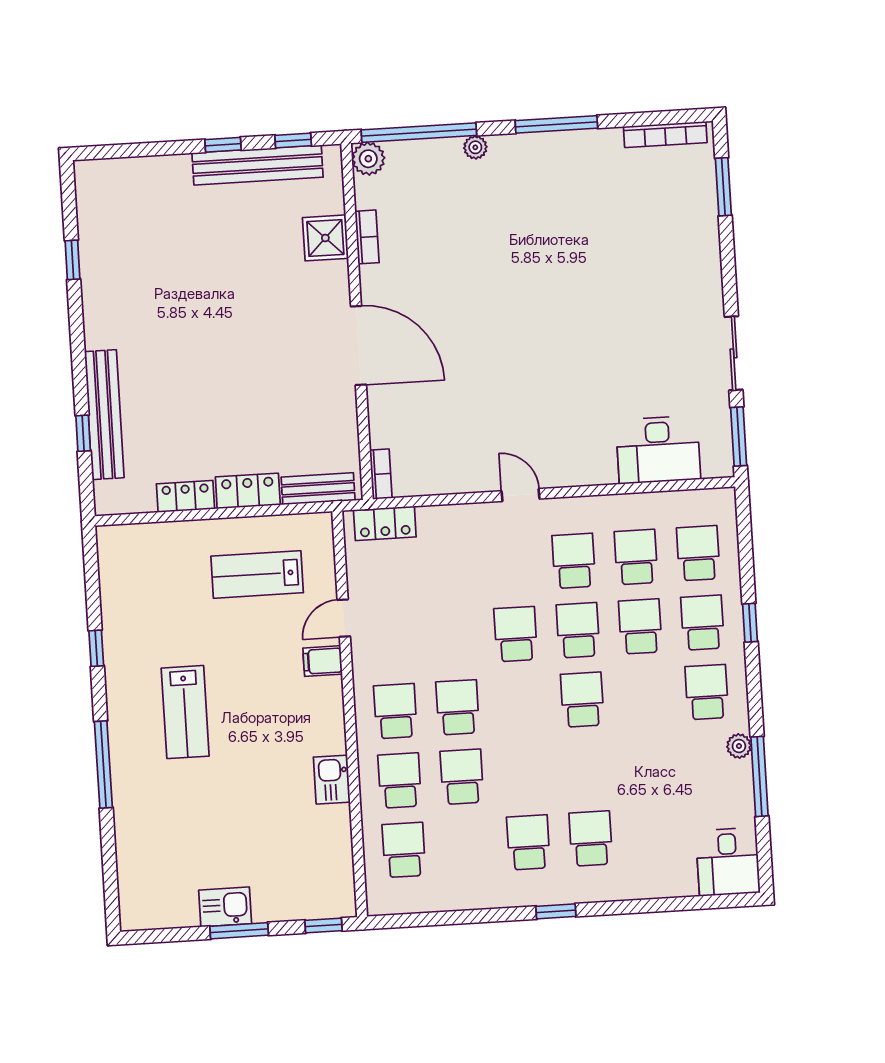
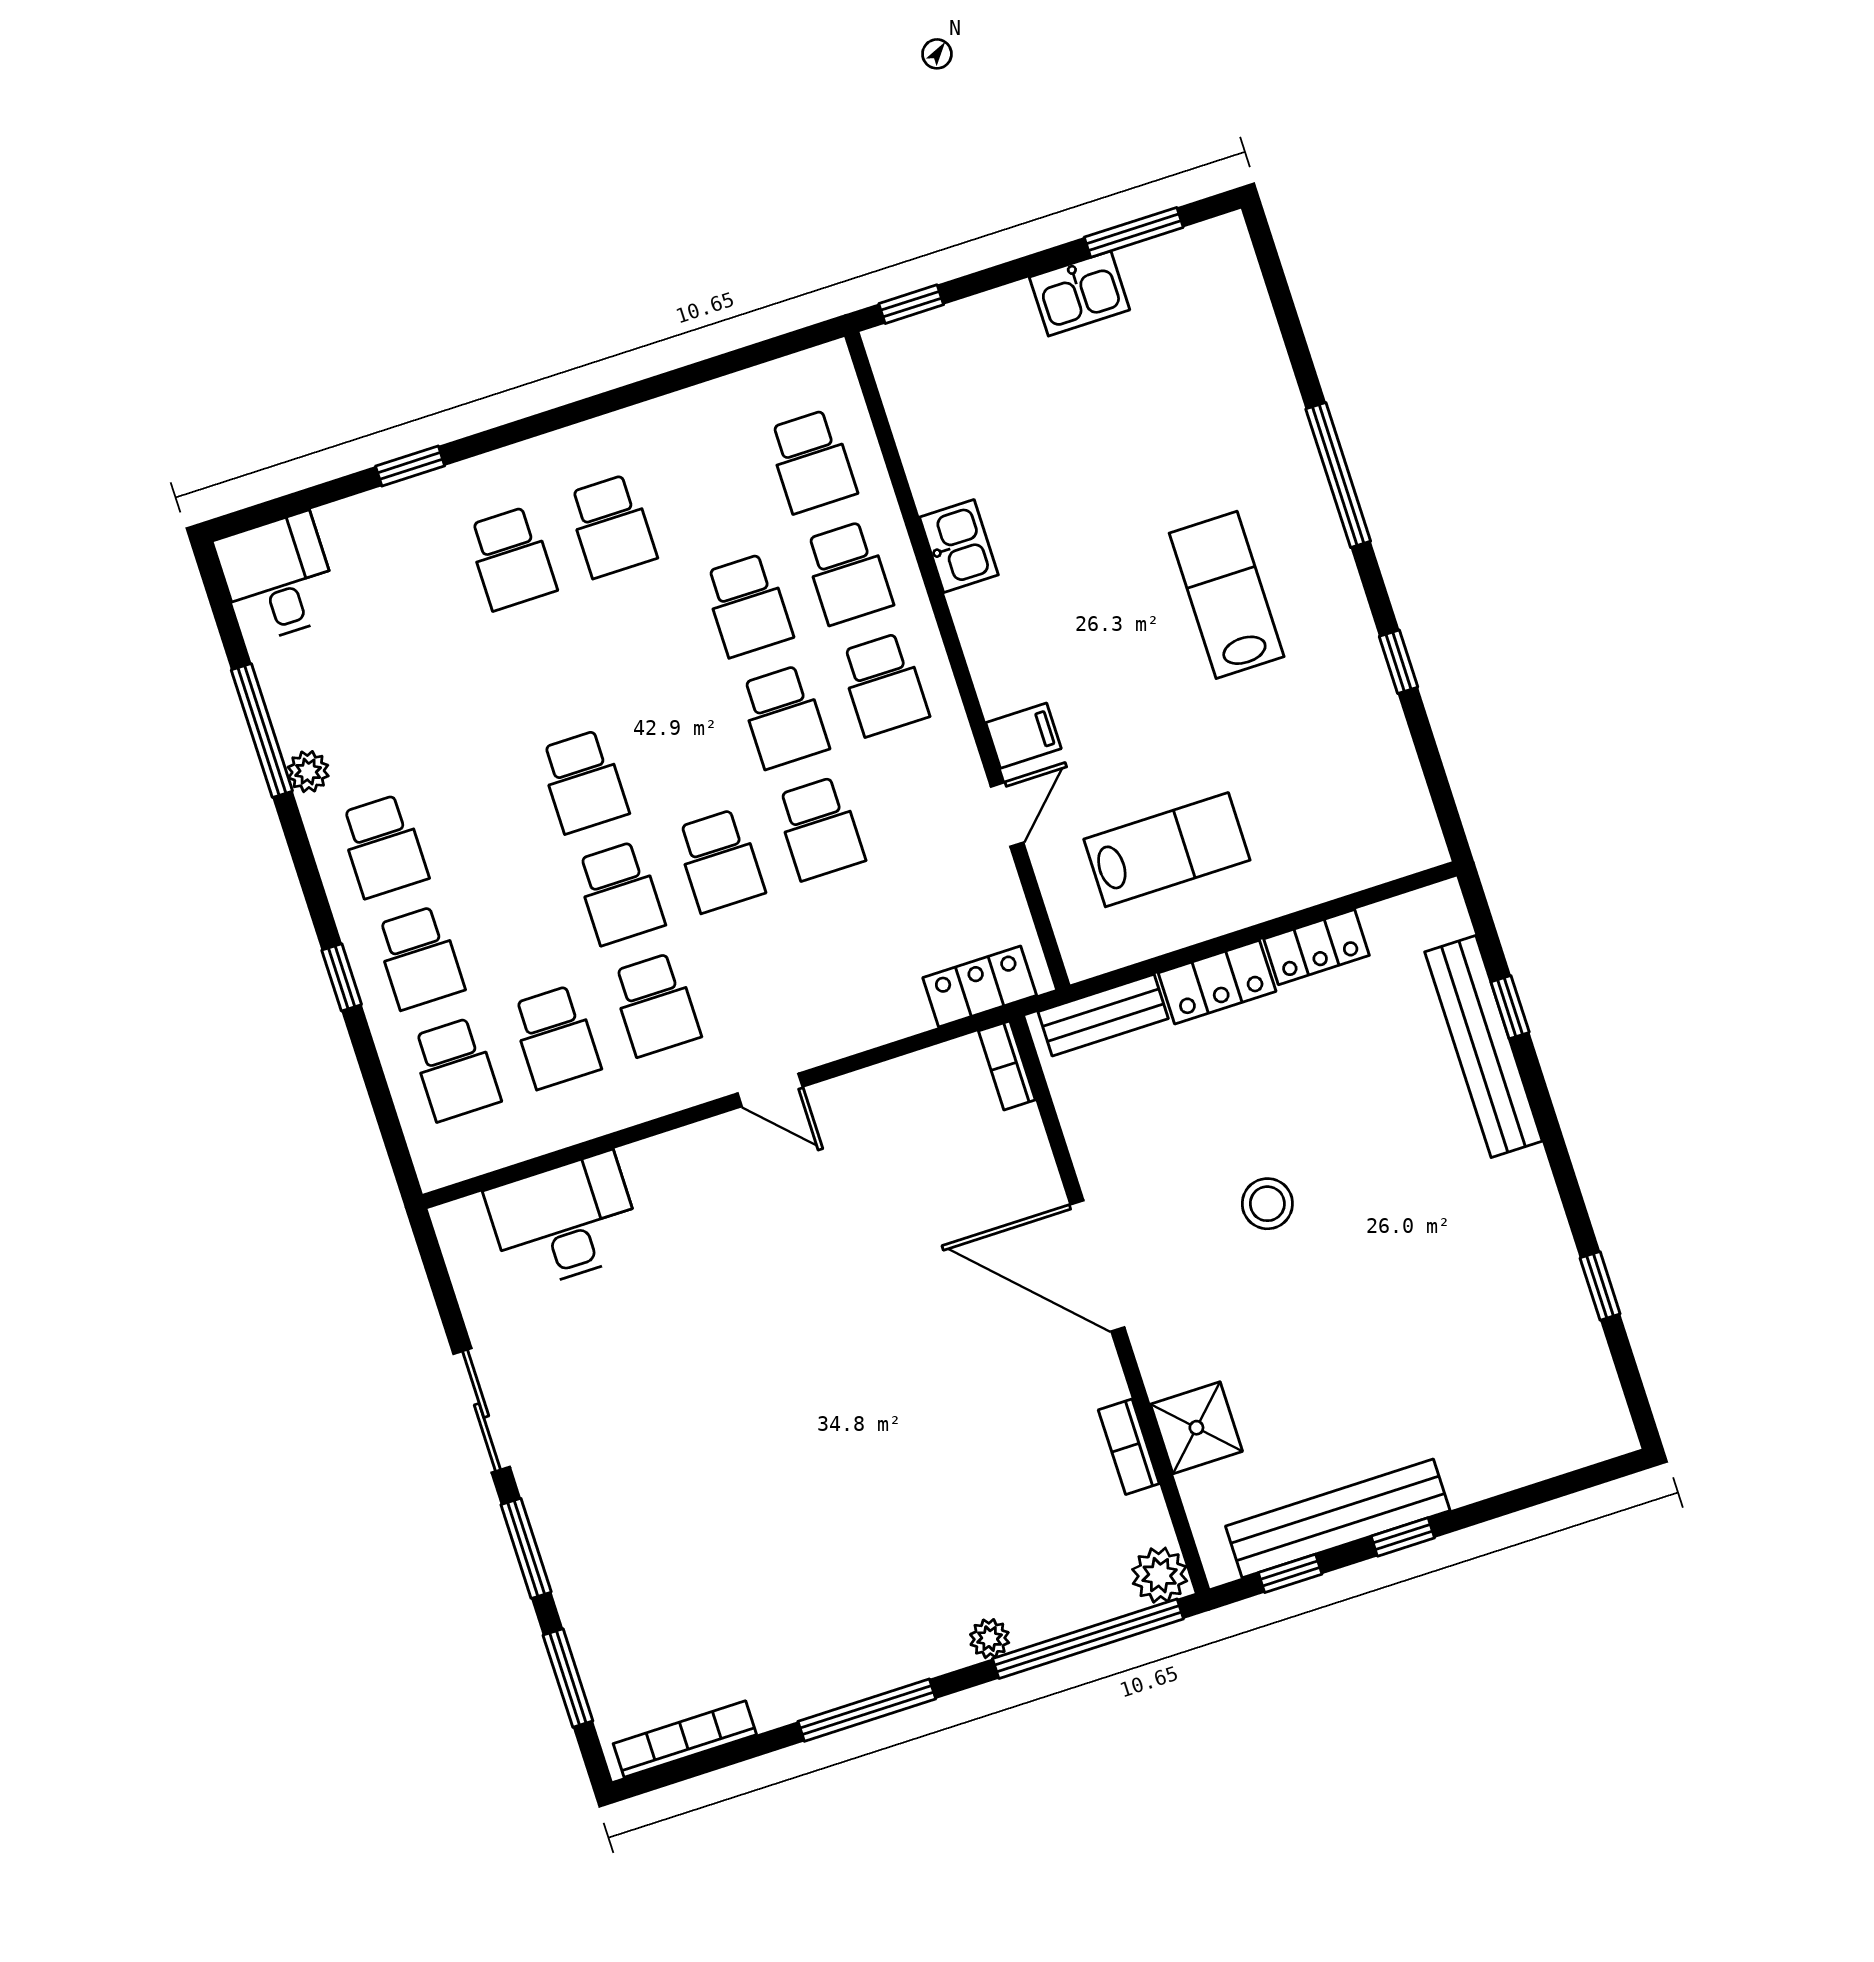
stool: (252, 356) -> (1267, 1204), added
window: (739, 436) -> (526, 1548), moved
school desk: (640, 626) -> (820, 828), moved
window: (556, 911) -> (410, 466), moved
window: (239, 931) -> (1134, 232), moved

